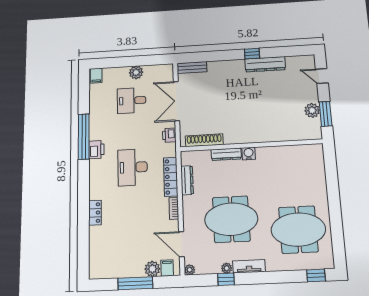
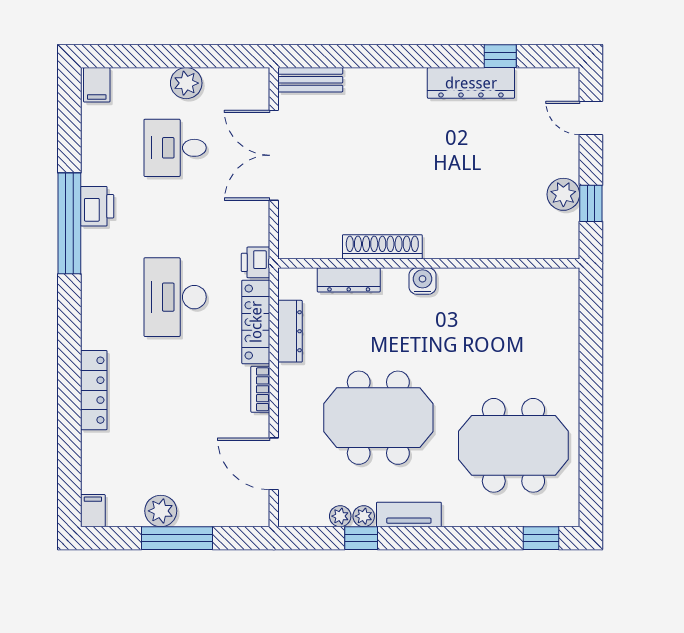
window: (252, 54) -> (500, 56), moved
window: (326, 114) -> (591, 203), width x0.67
printer: (169, 135) -> (255, 262), moved
shoe rack: (204, 140) -> (382, 247), moved
printer: (96, 150) -> (97, 206), moved
dresser: (226, 154) -> (349, 280), moved
locker: (95, 213) -> (94, 390), width x1.53
filing cabinet: (167, 268) -> (93, 511), moved
plant: (152, 269) -> (161, 511), moved
plant: (190, 270) -> (340, 516), moved

